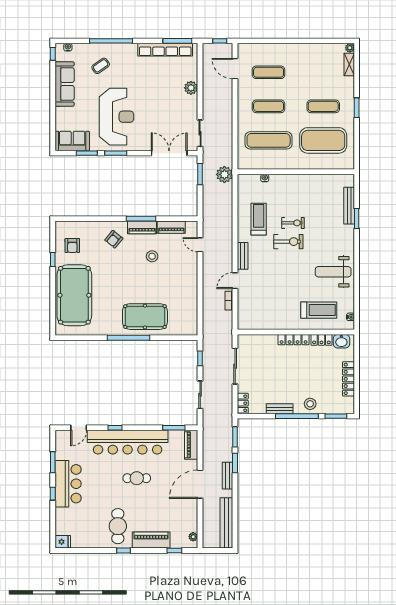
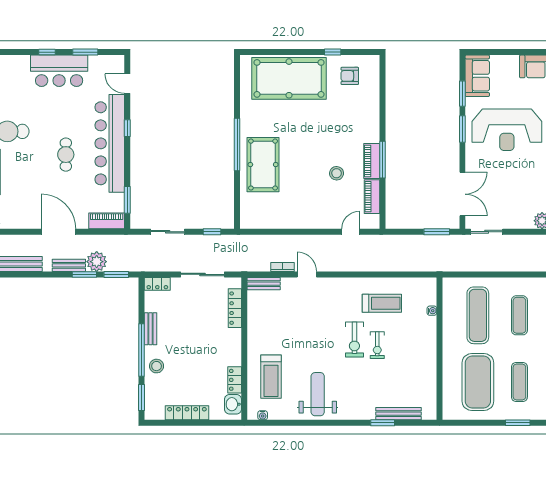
plant: (224, 174) -> (97, 262), moved
armchair: (114, 239) -> (357, 127), removed
bench: (243, 256) -> (264, 284), moved
locker: (294, 340) -> (235, 308), moved

